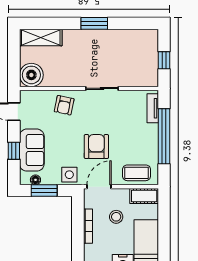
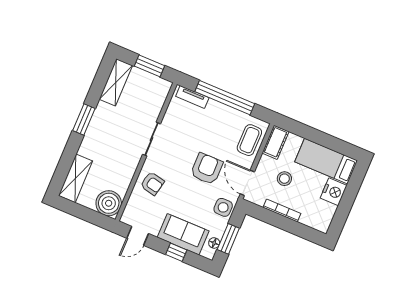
shelving: (138, 37) -> (116, 82), added
window: (164, 60) -> (150, 66), width x1.50
armchair: (96, 147) -> (207, 169), turned 90

